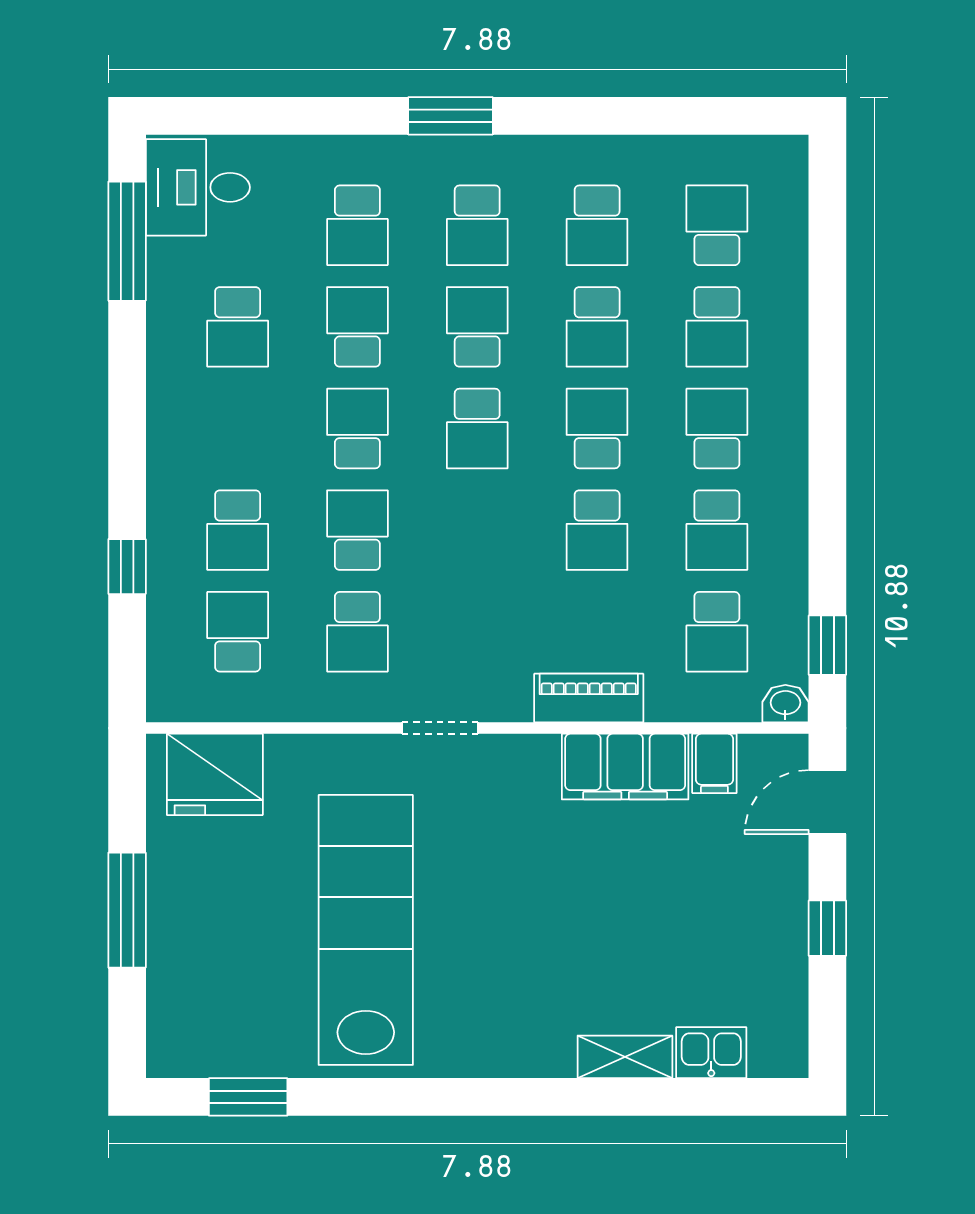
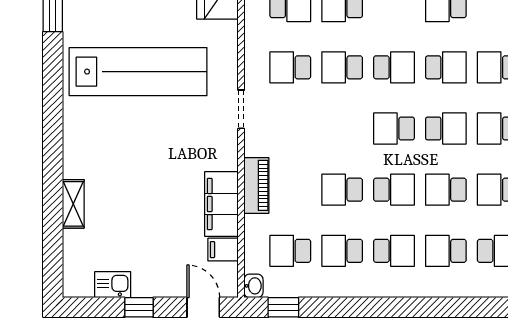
school desk: (357, 530) -> (342, 67), turned 180
kitchen sink: (711, 1053) -> (113, 285), moved, turned -90

